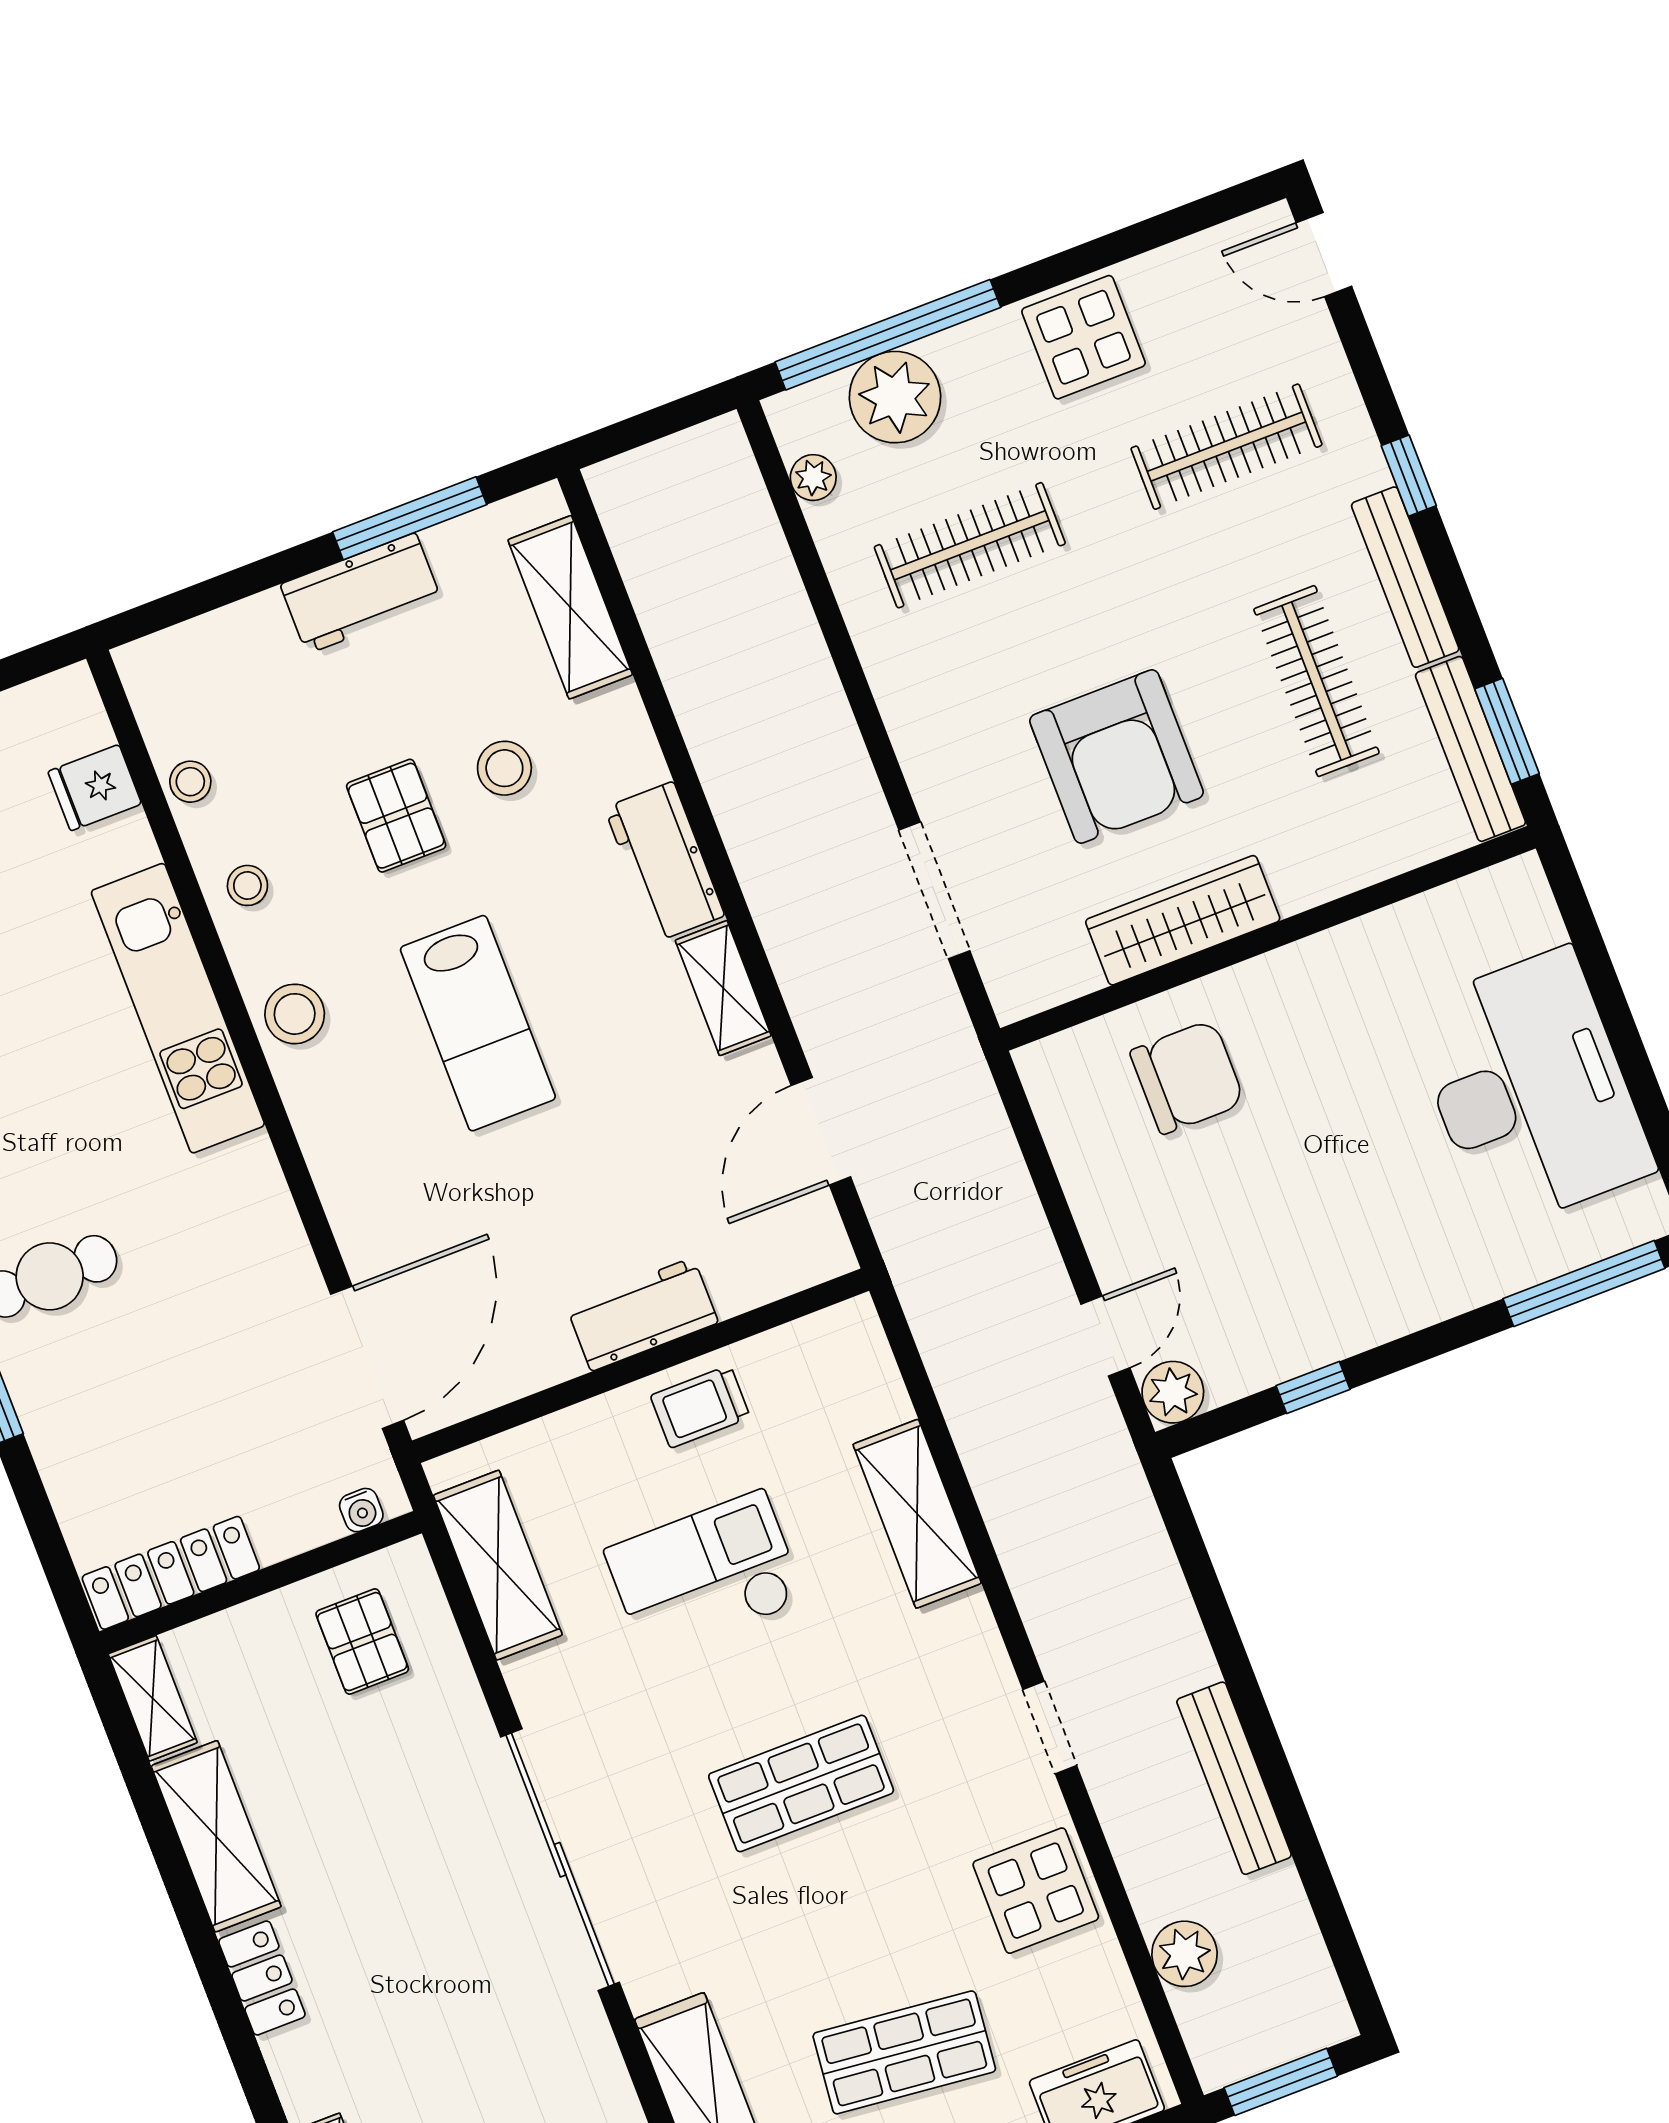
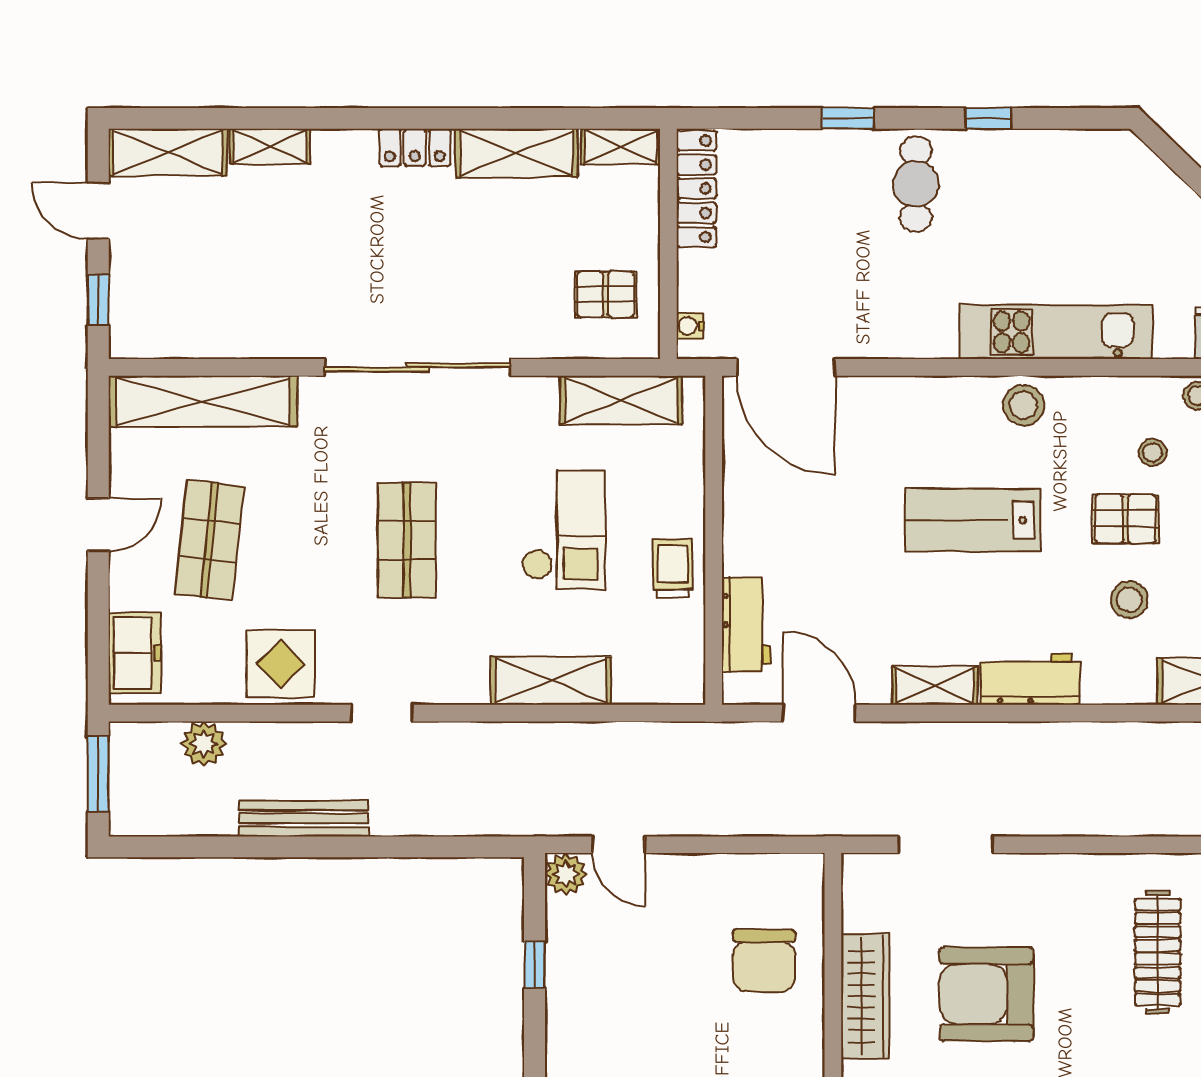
stool: (247, 885) -> (1153, 452), moved
workbench: (642, 1314) -> (746, 625), moved

